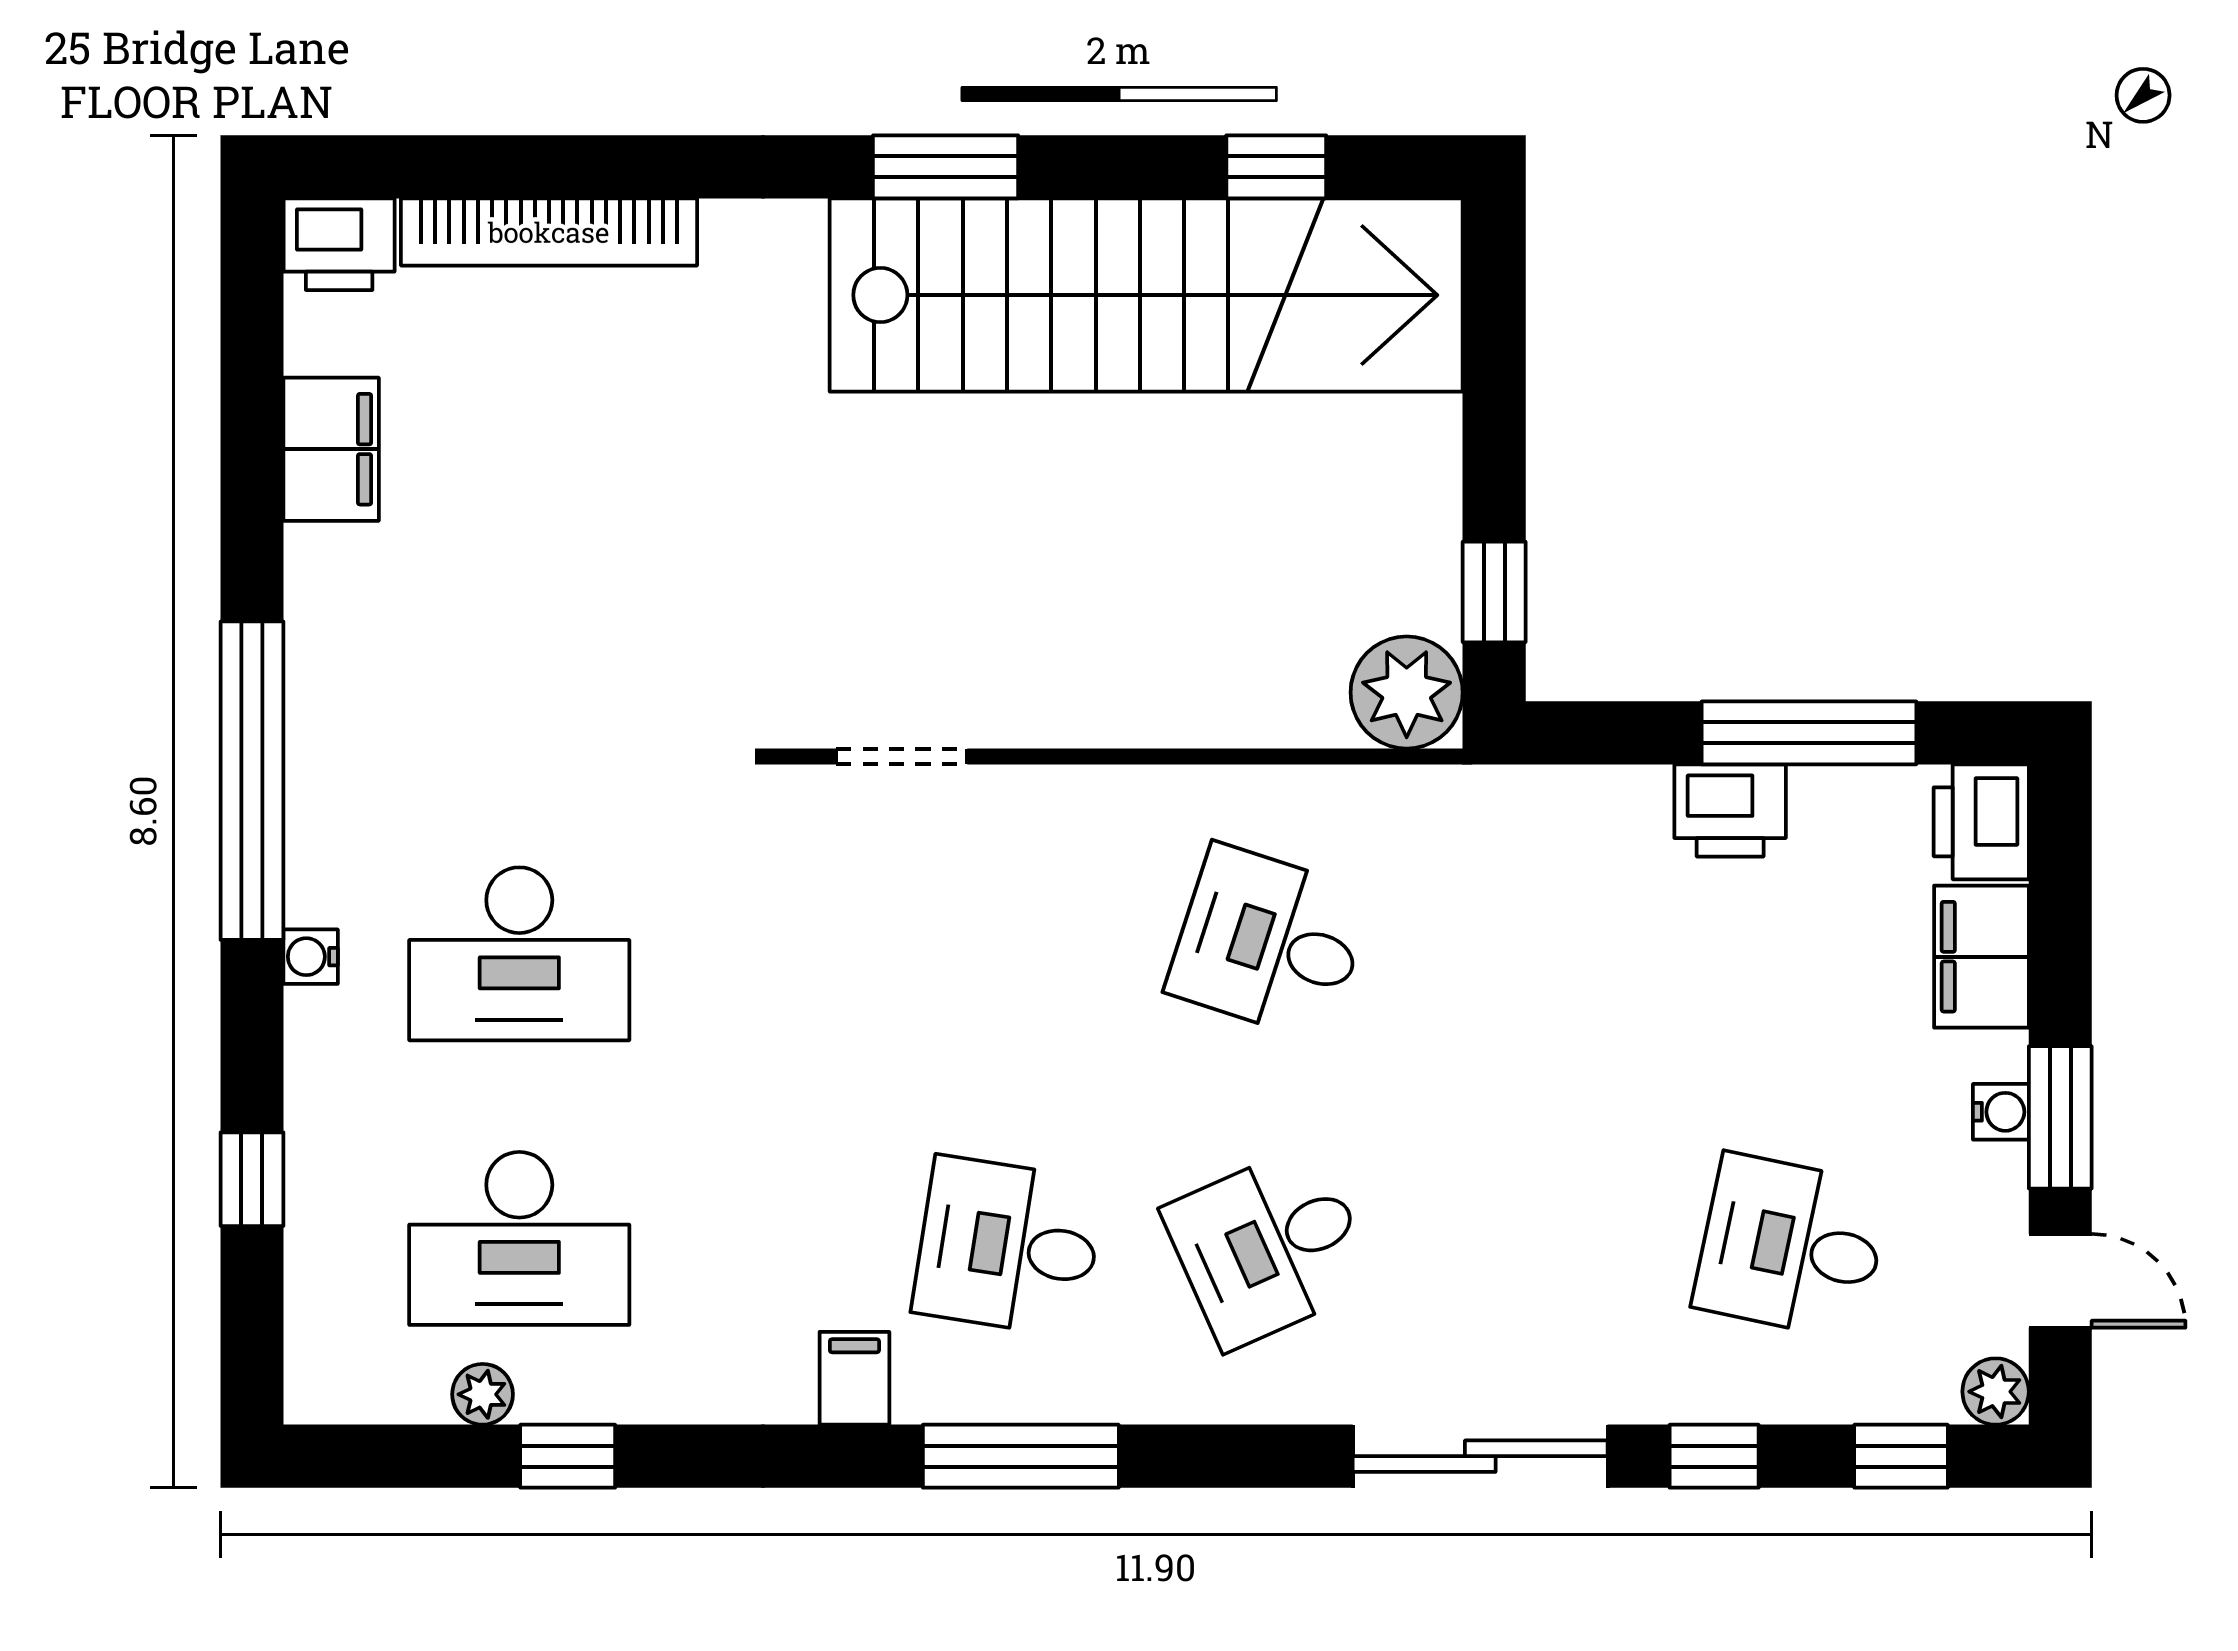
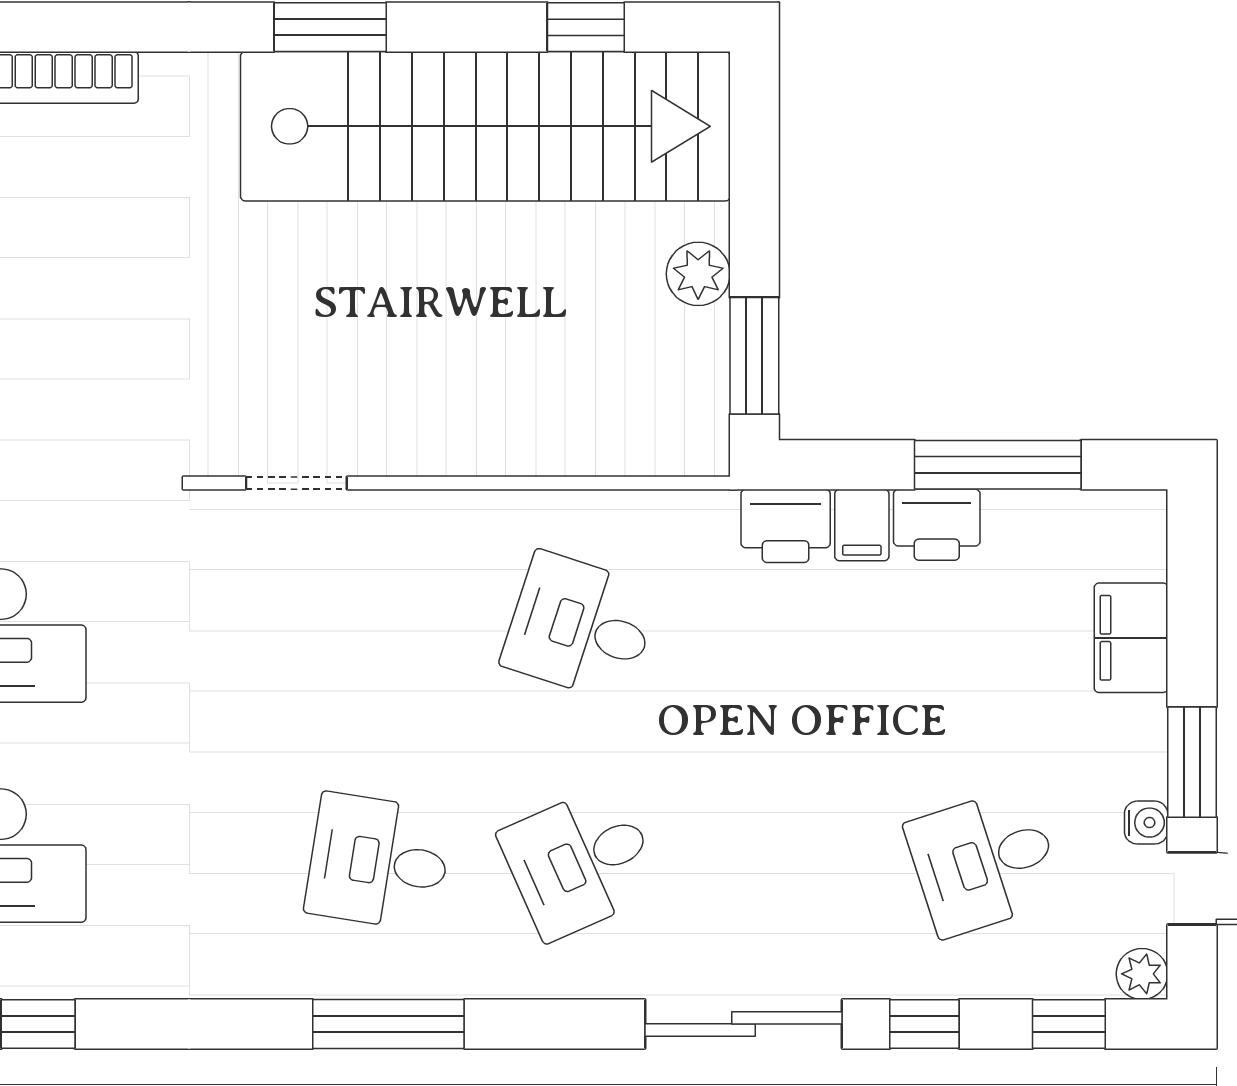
window: (1494, 592) -> (754, 356), width x1.50
plant: (1407, 692) -> (698, 274), moved, width x0.73, depth x0.73
printer: (1981, 822) -> (786, 526), moved, turned -90
water cooler: (2001, 1112) -> (1146, 823), moved
desk: (1791, 1246) -> (984, 862), turned -30
filing cabinet: (854, 1378) -> (862, 525), moved, turned 180

